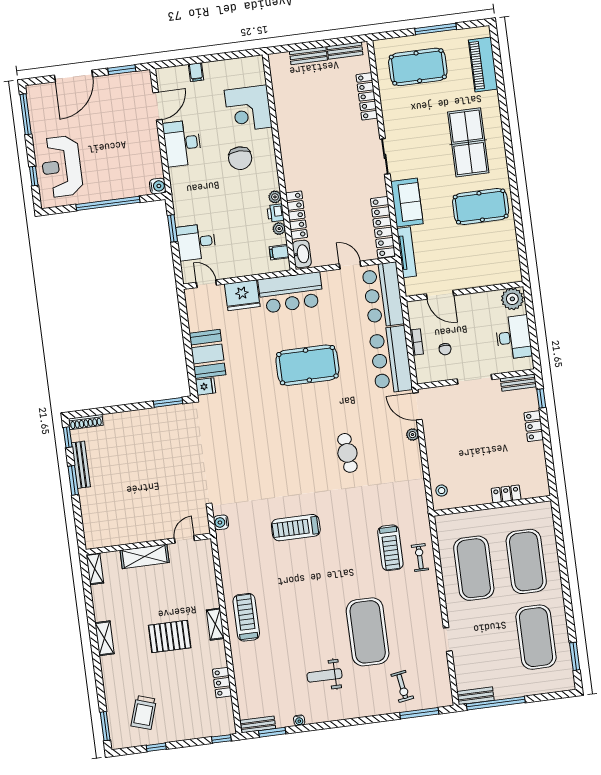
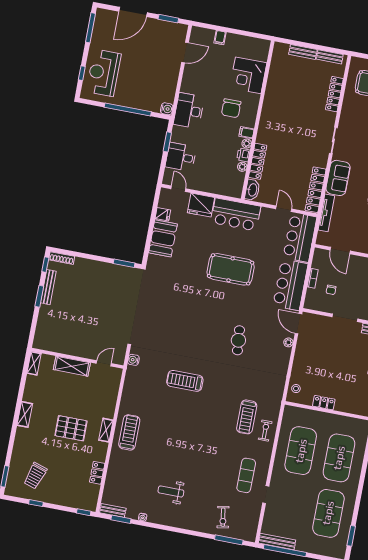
desk: (182, 143) -> (189, 111), moved
filing cabinet: (279, 252) -> (247, 133), moved
fridge: (205, 386) -> (163, 214), moved
locker: (506, 494) -> (324, 403), moved
exercise mat: (368, 632) -> (246, 475), moved, width x0.50, depth x0.69
bench: (475, 696) -> (277, 542), width x1.36

